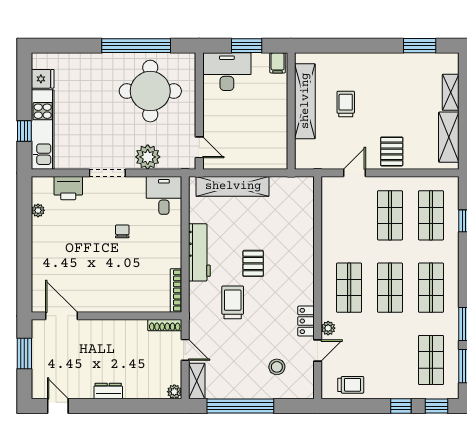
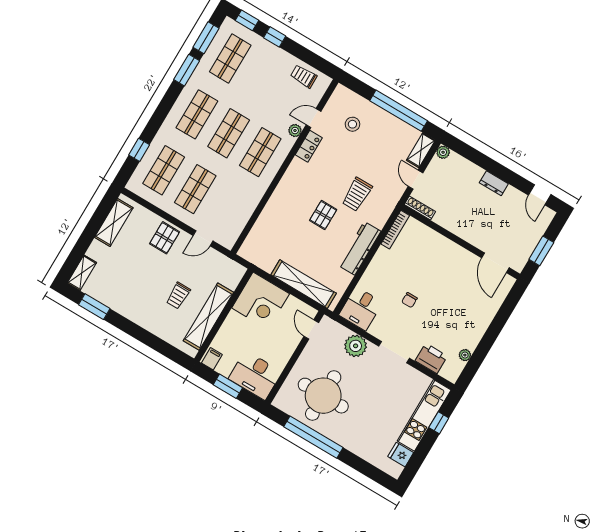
shelving: (451, 92) -> (82, 273), moved
corner desk: (264, 146) -> (261, 301), added

